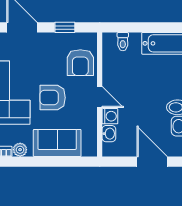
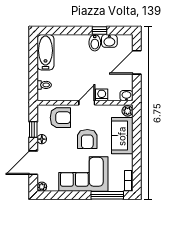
floor lamp: (52, 39) -> (42, 139), added
washbasin: (109, 134) -> (126, 96), moved
plant: (20, 150) -> (128, 111), moved

